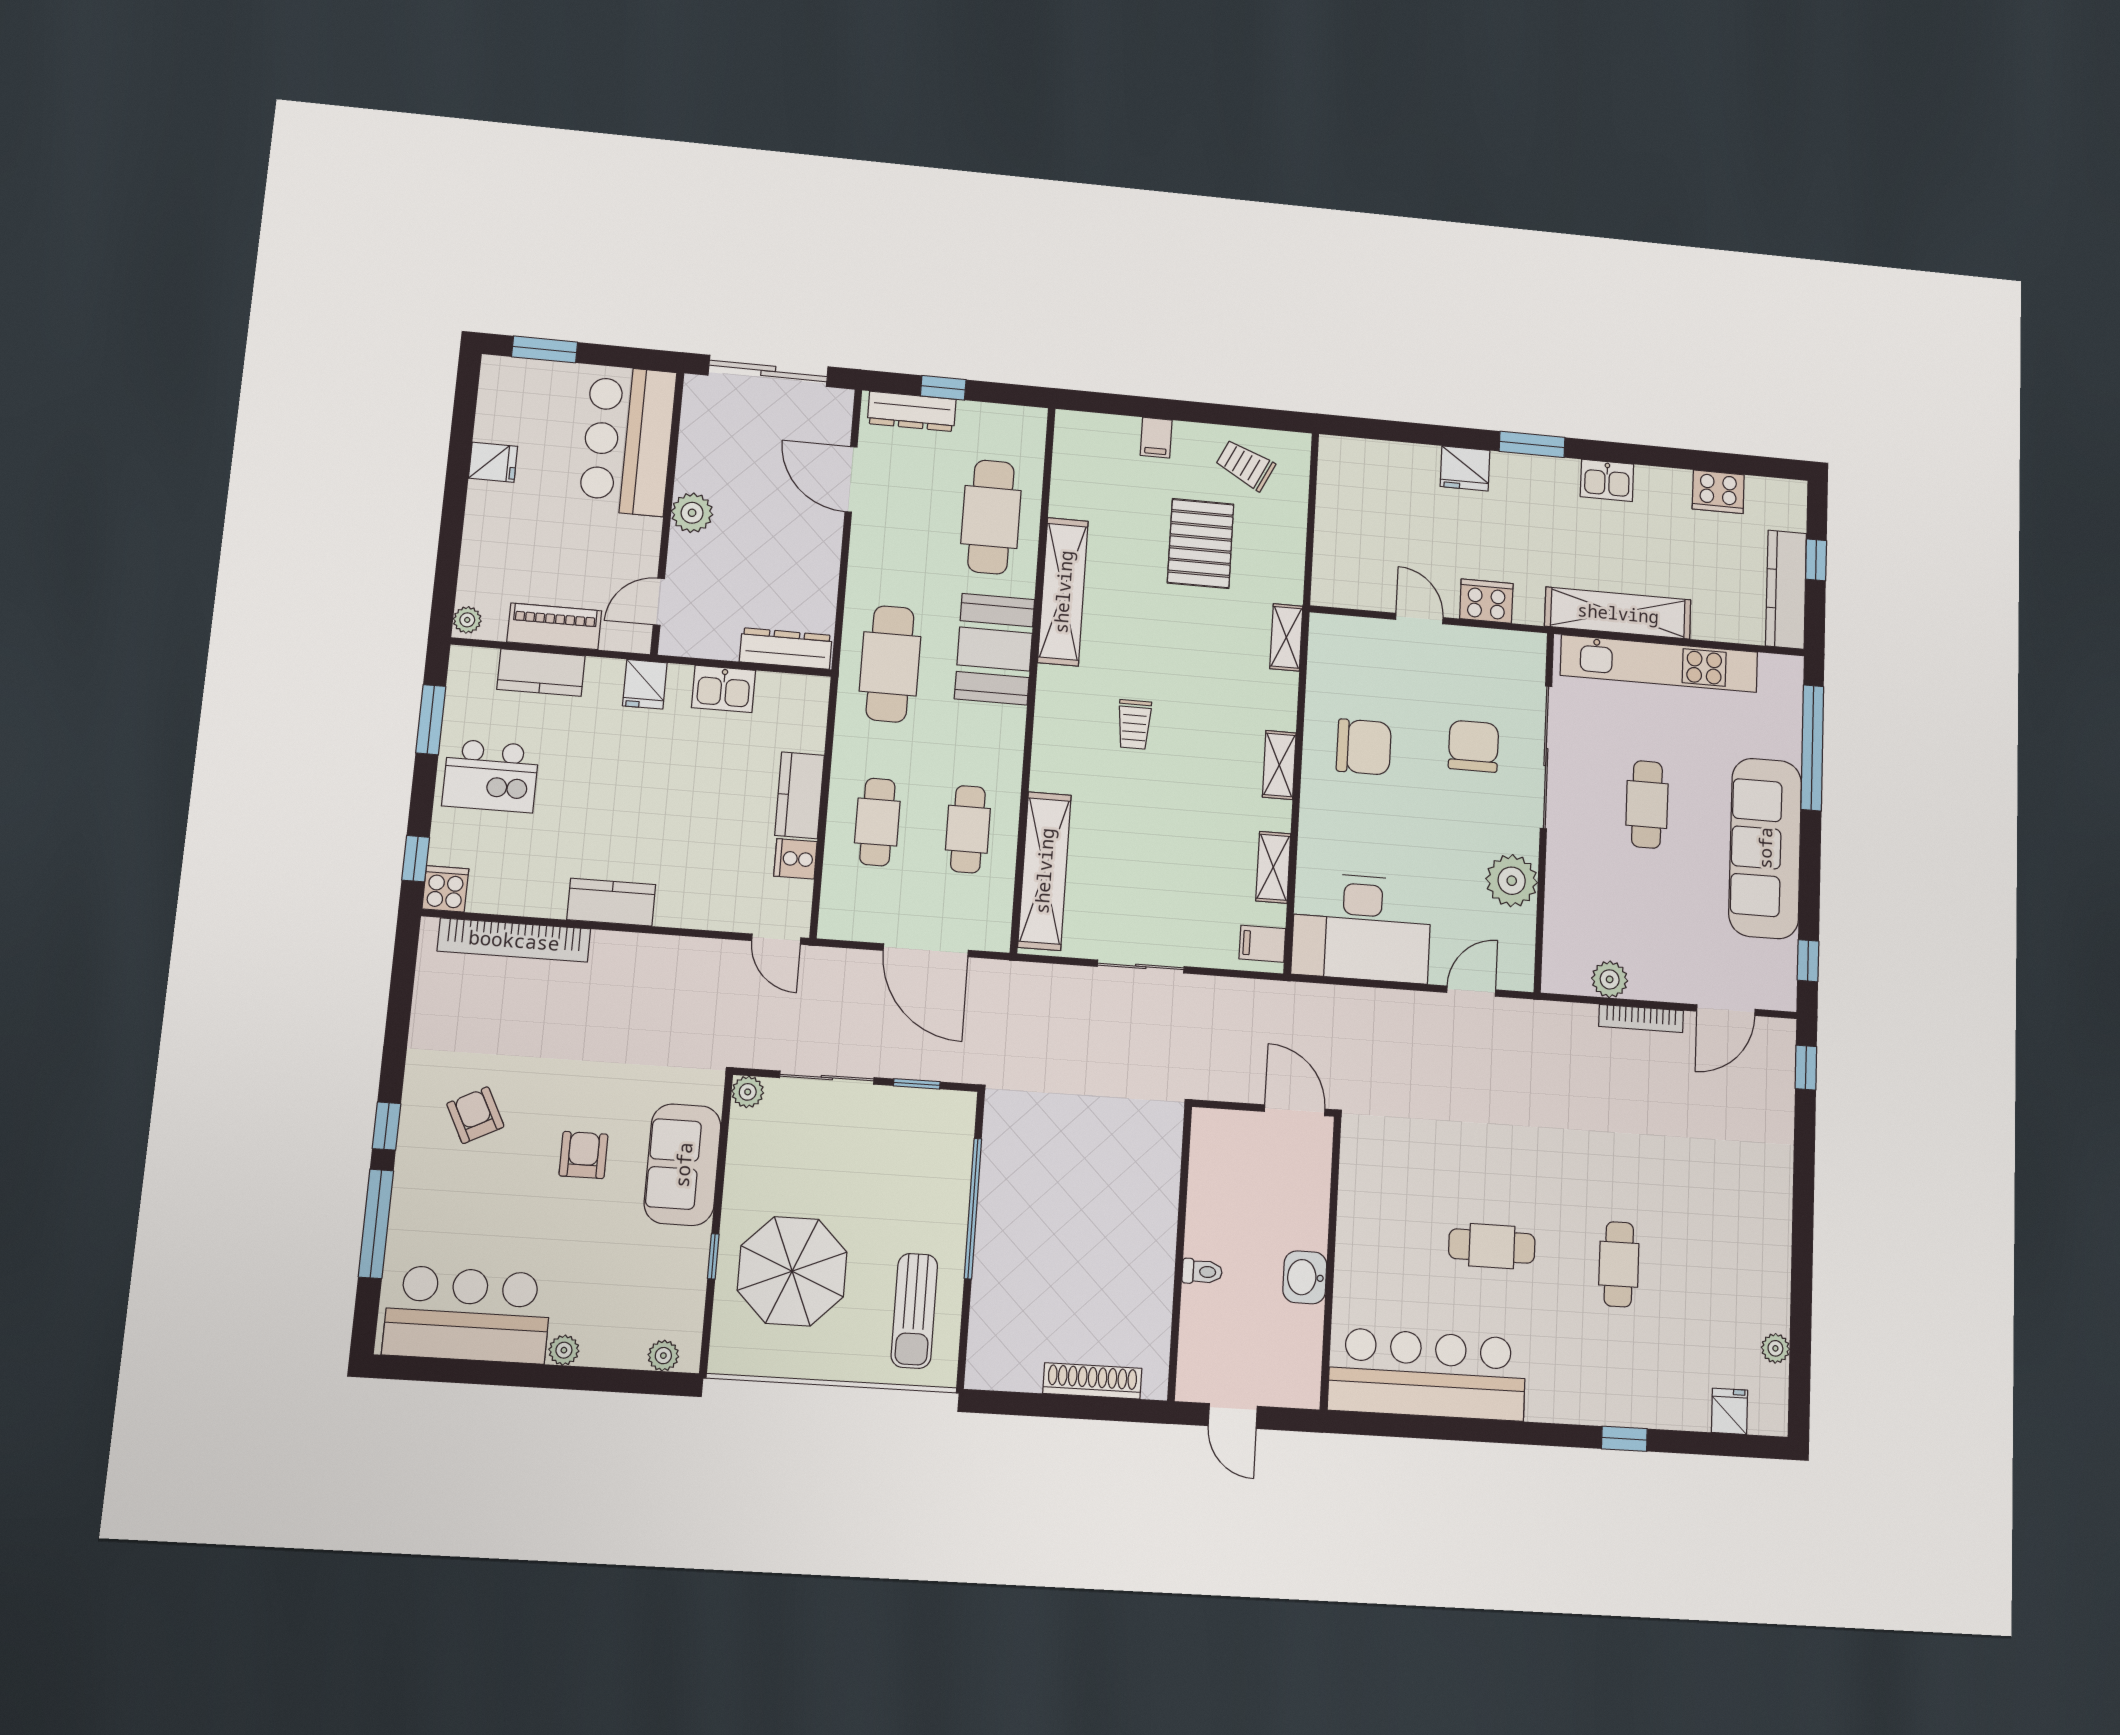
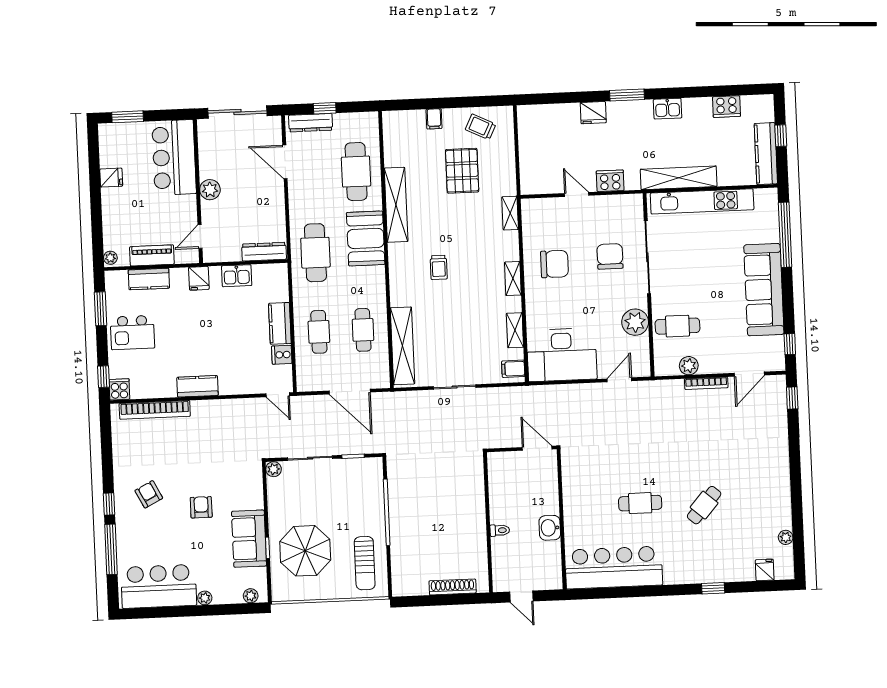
cafe table: (1647, 804) -> (677, 326), moved, turned 90
sofa: (683, 1165) -> (249, 539), moved
cafe table: (1619, 1264) -> (704, 505), turned 41

